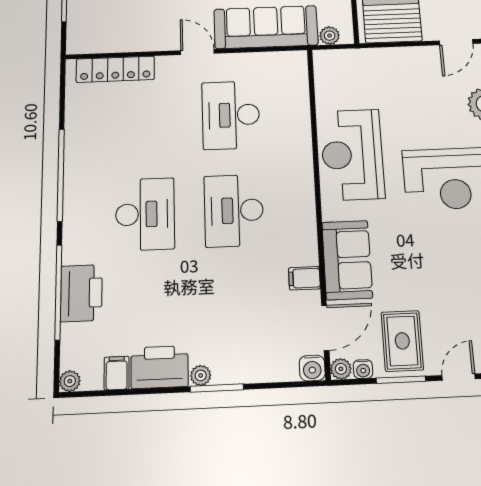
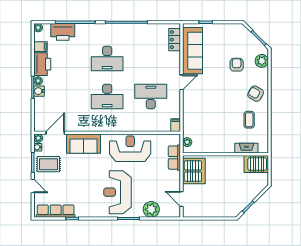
sofa: (266, 27) -> (193, 51), moved
row of seats: (366, 60) -> (174, 158), added
locker: (115, 69) -> (175, 40), width x0.66
desk: (234, 210) -> (107, 96), turned 180
filing cabinet: (304, 278) -> (176, 125), moved
printer: (81, 293) -> (63, 32), moved
door: (325, 328) -> (55, 133), swing flipped
water cooler: (312, 368) -> (39, 91), moved

